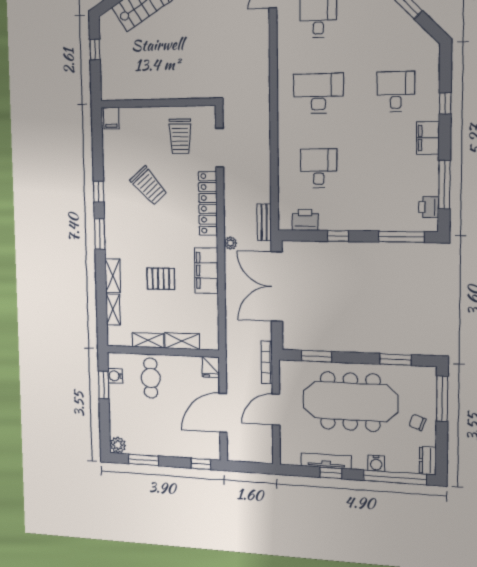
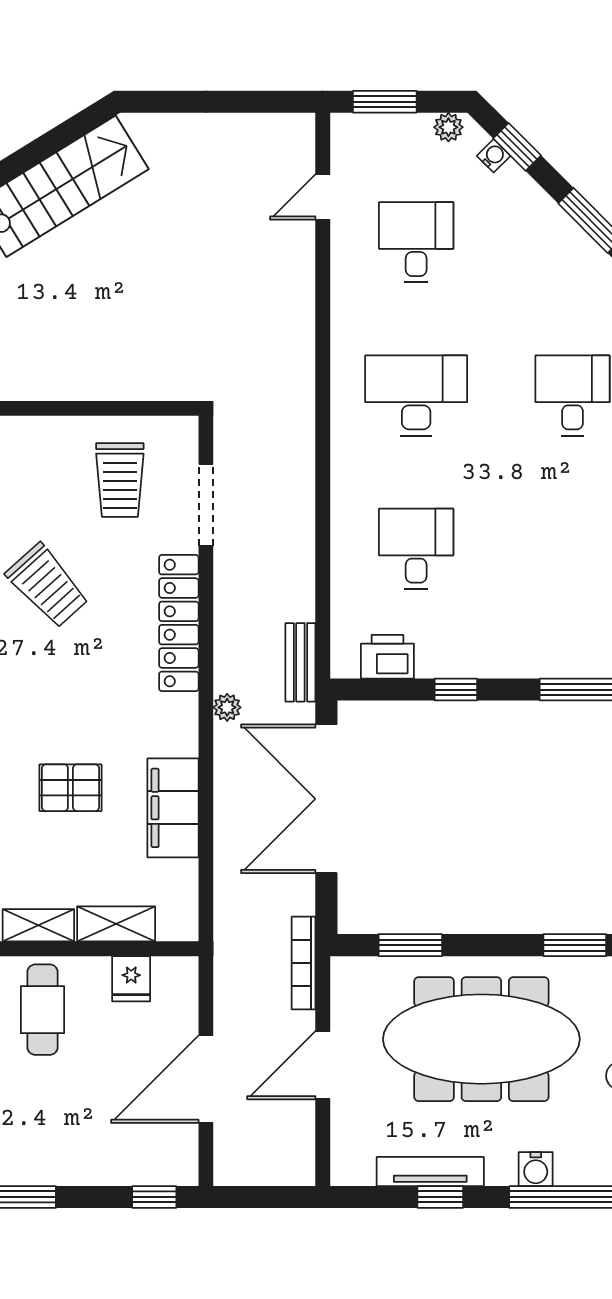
filing cabinet: (206, 271) -> (173, 808), moved
fridge: (211, 367) -> (131, 979), moved

